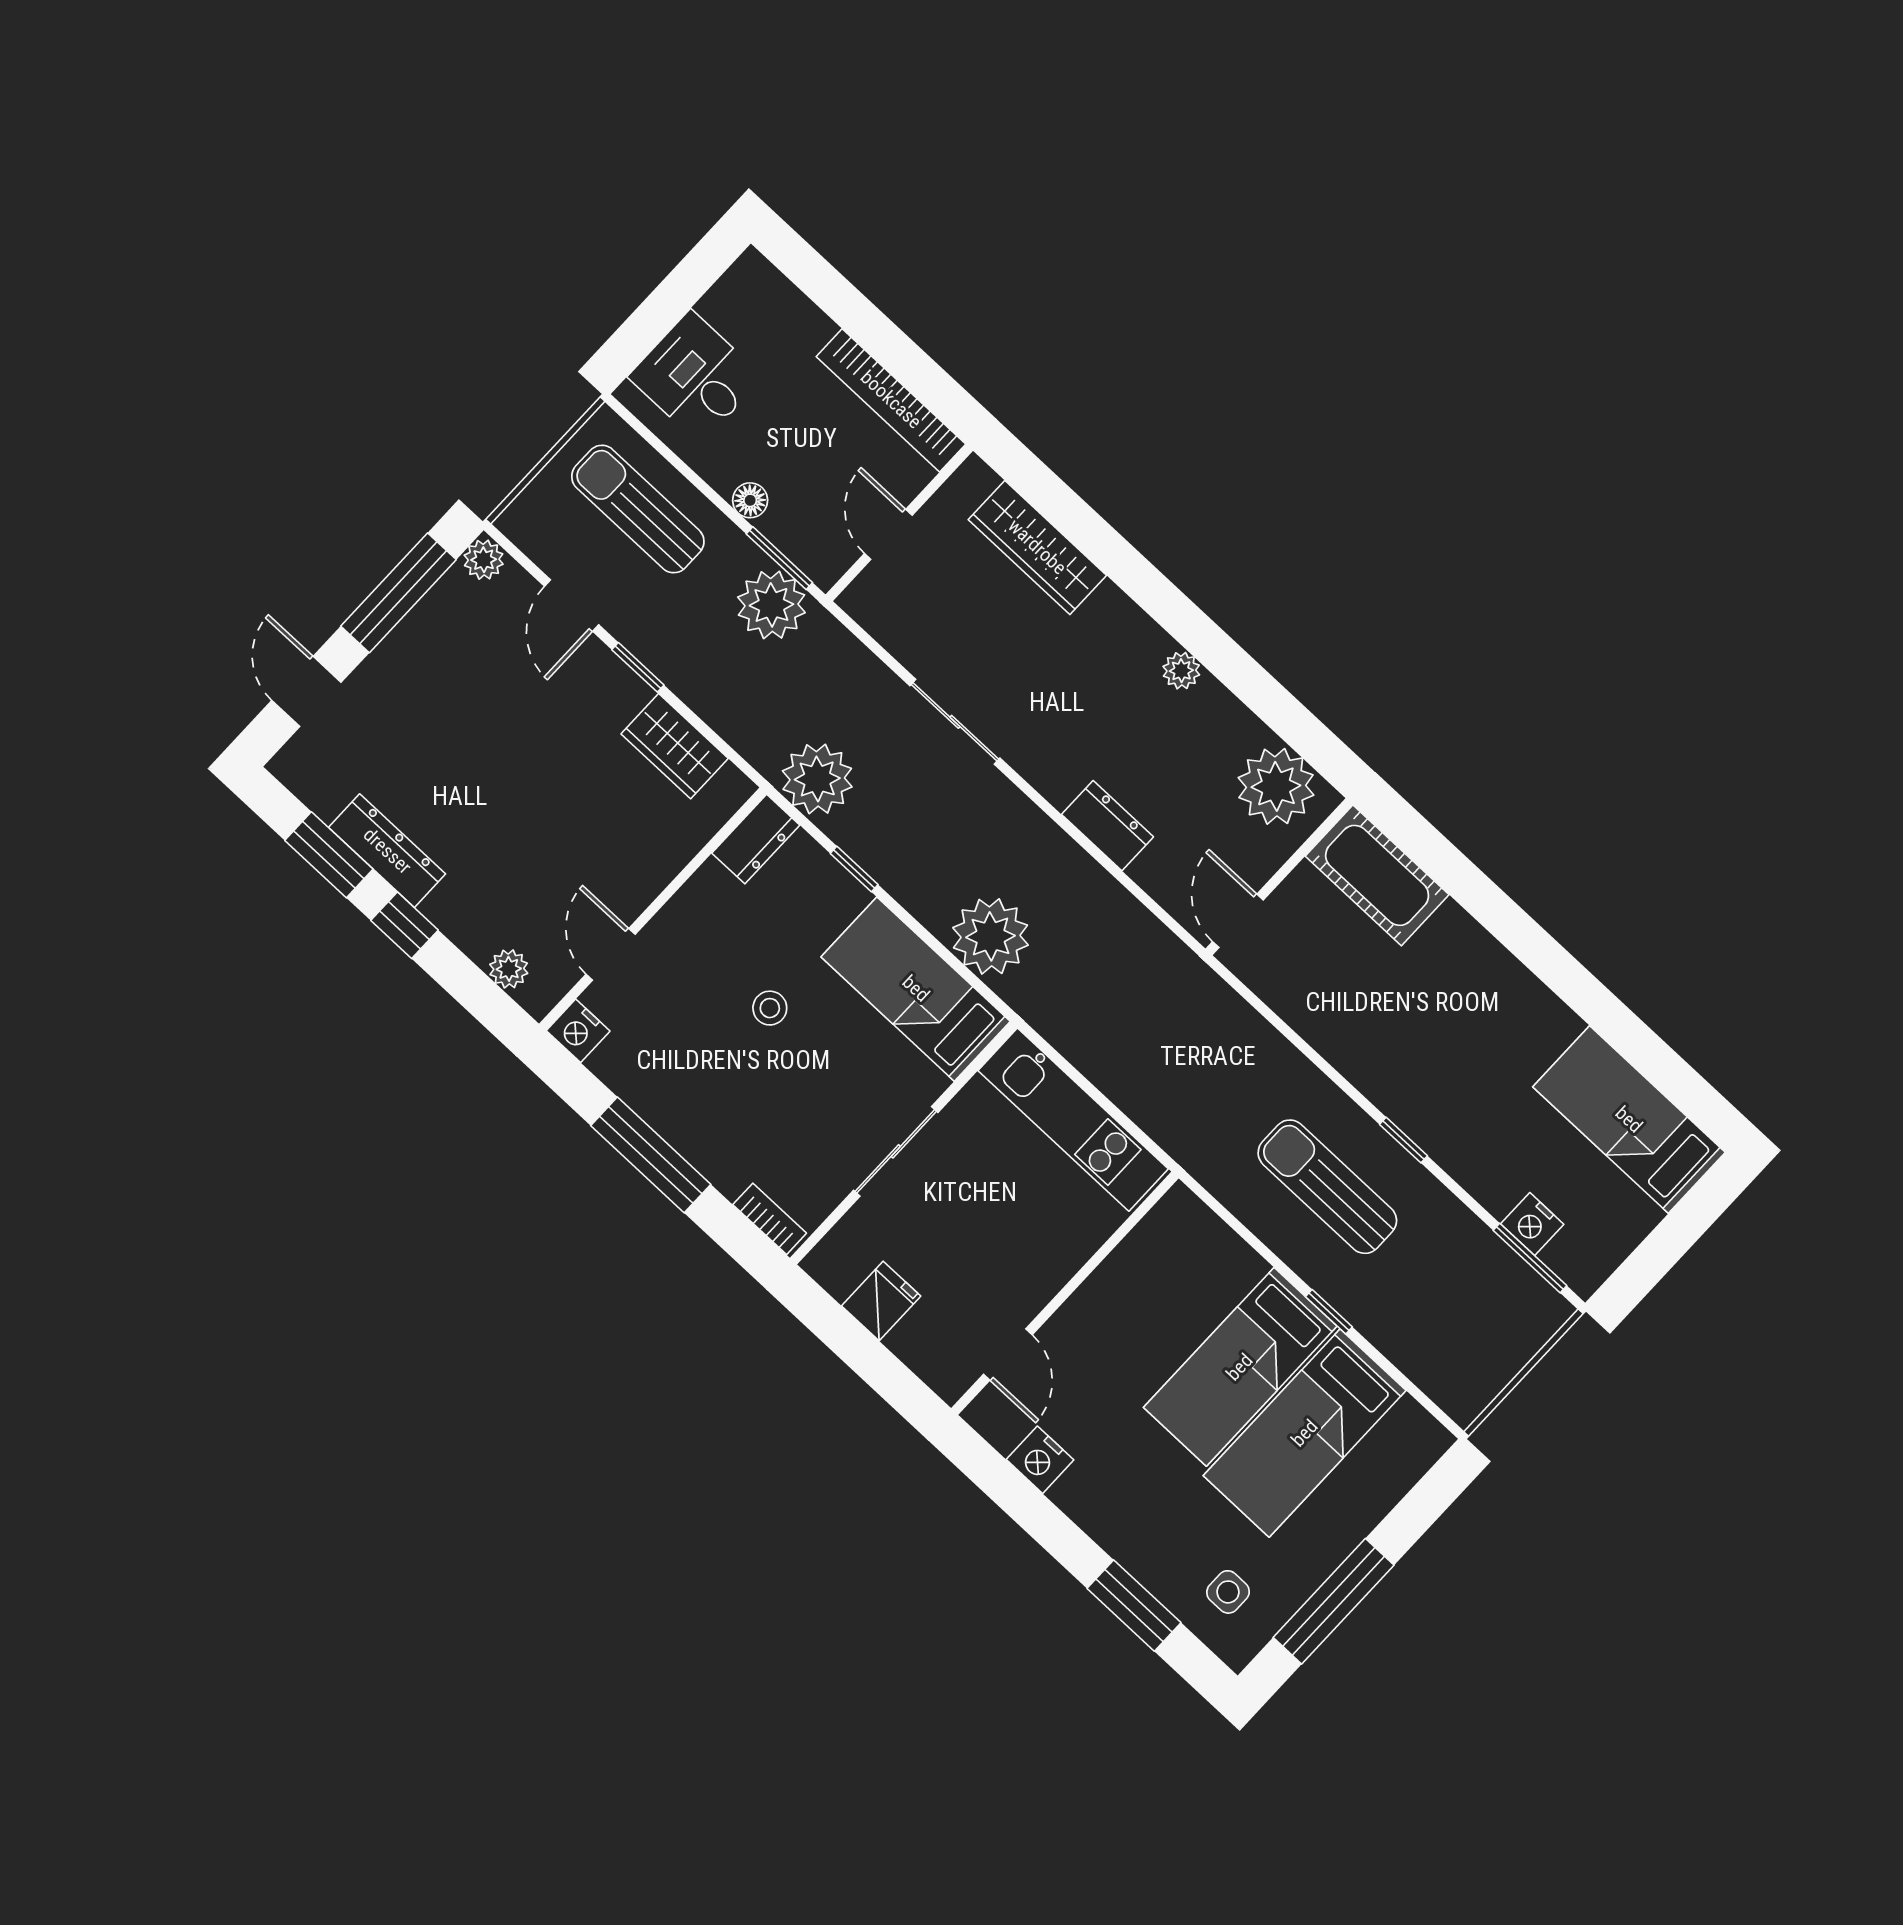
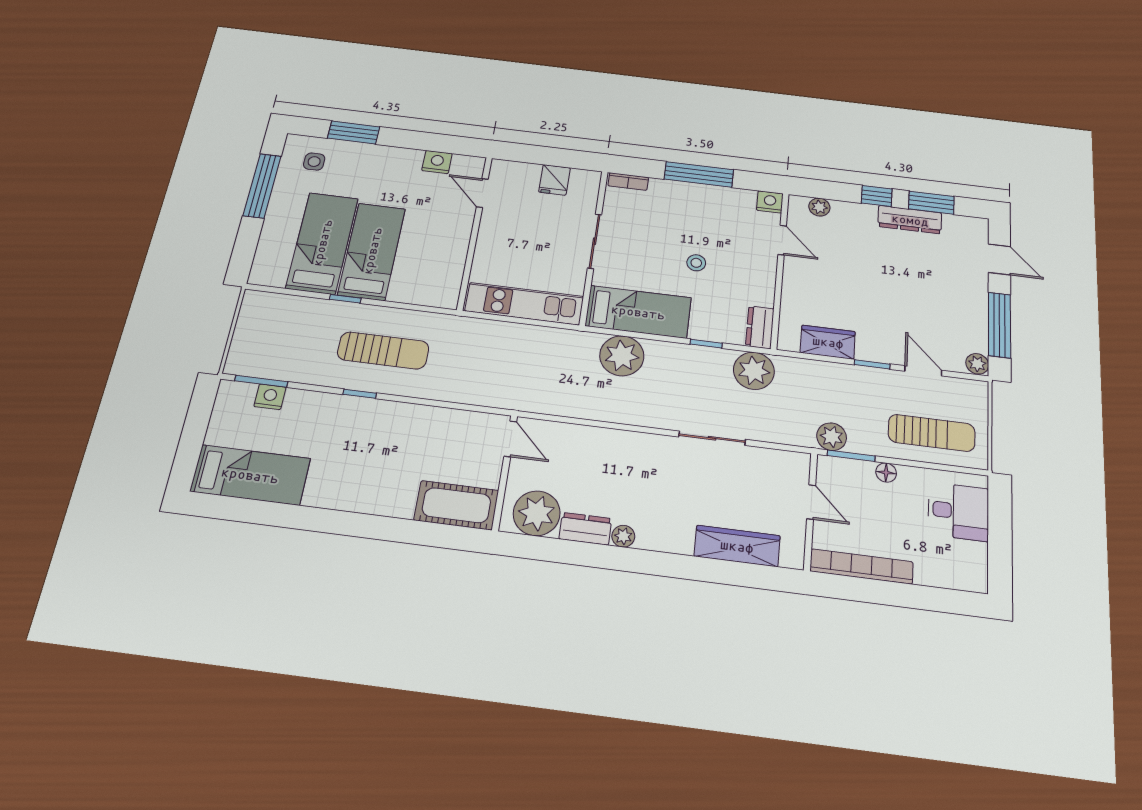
plant: (771, 605) -> (832, 437), width x0.73, depth x0.73
dresser: (1108, 826) -> (585, 529), moved, turned 180

